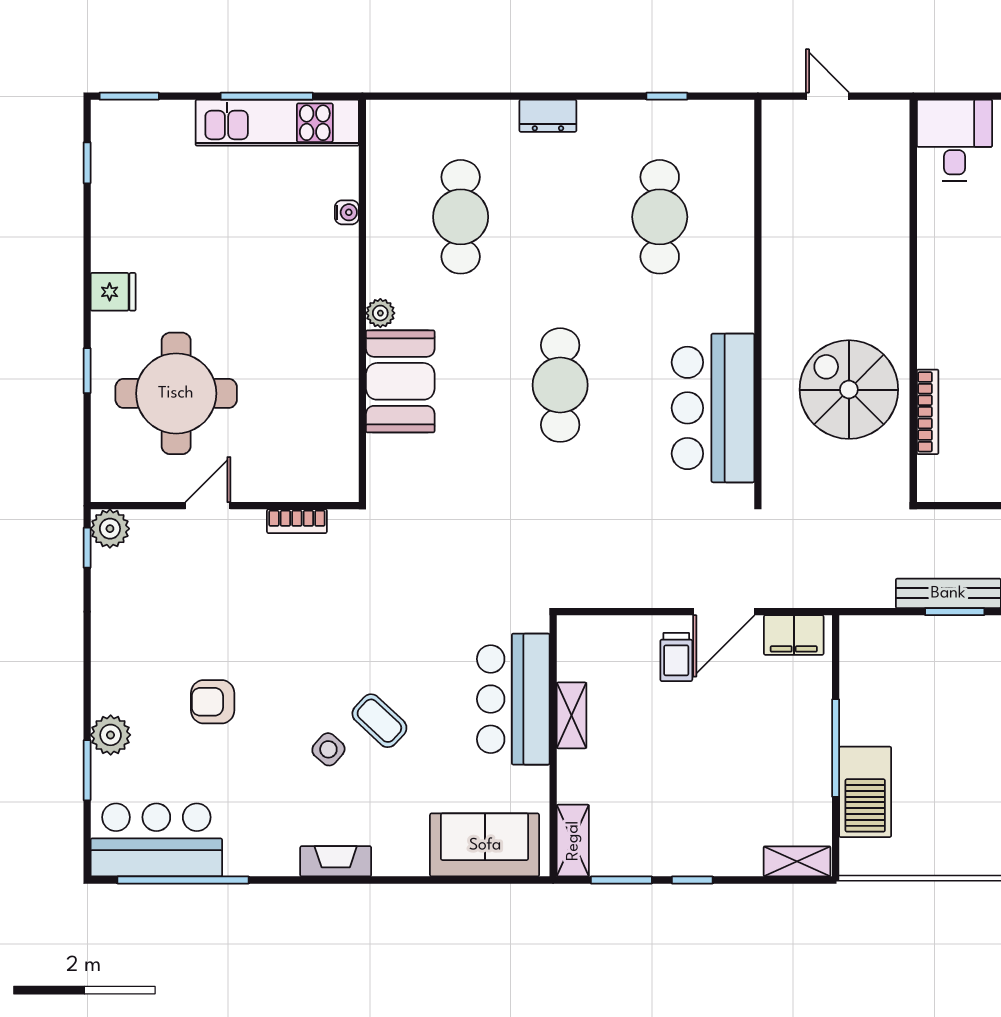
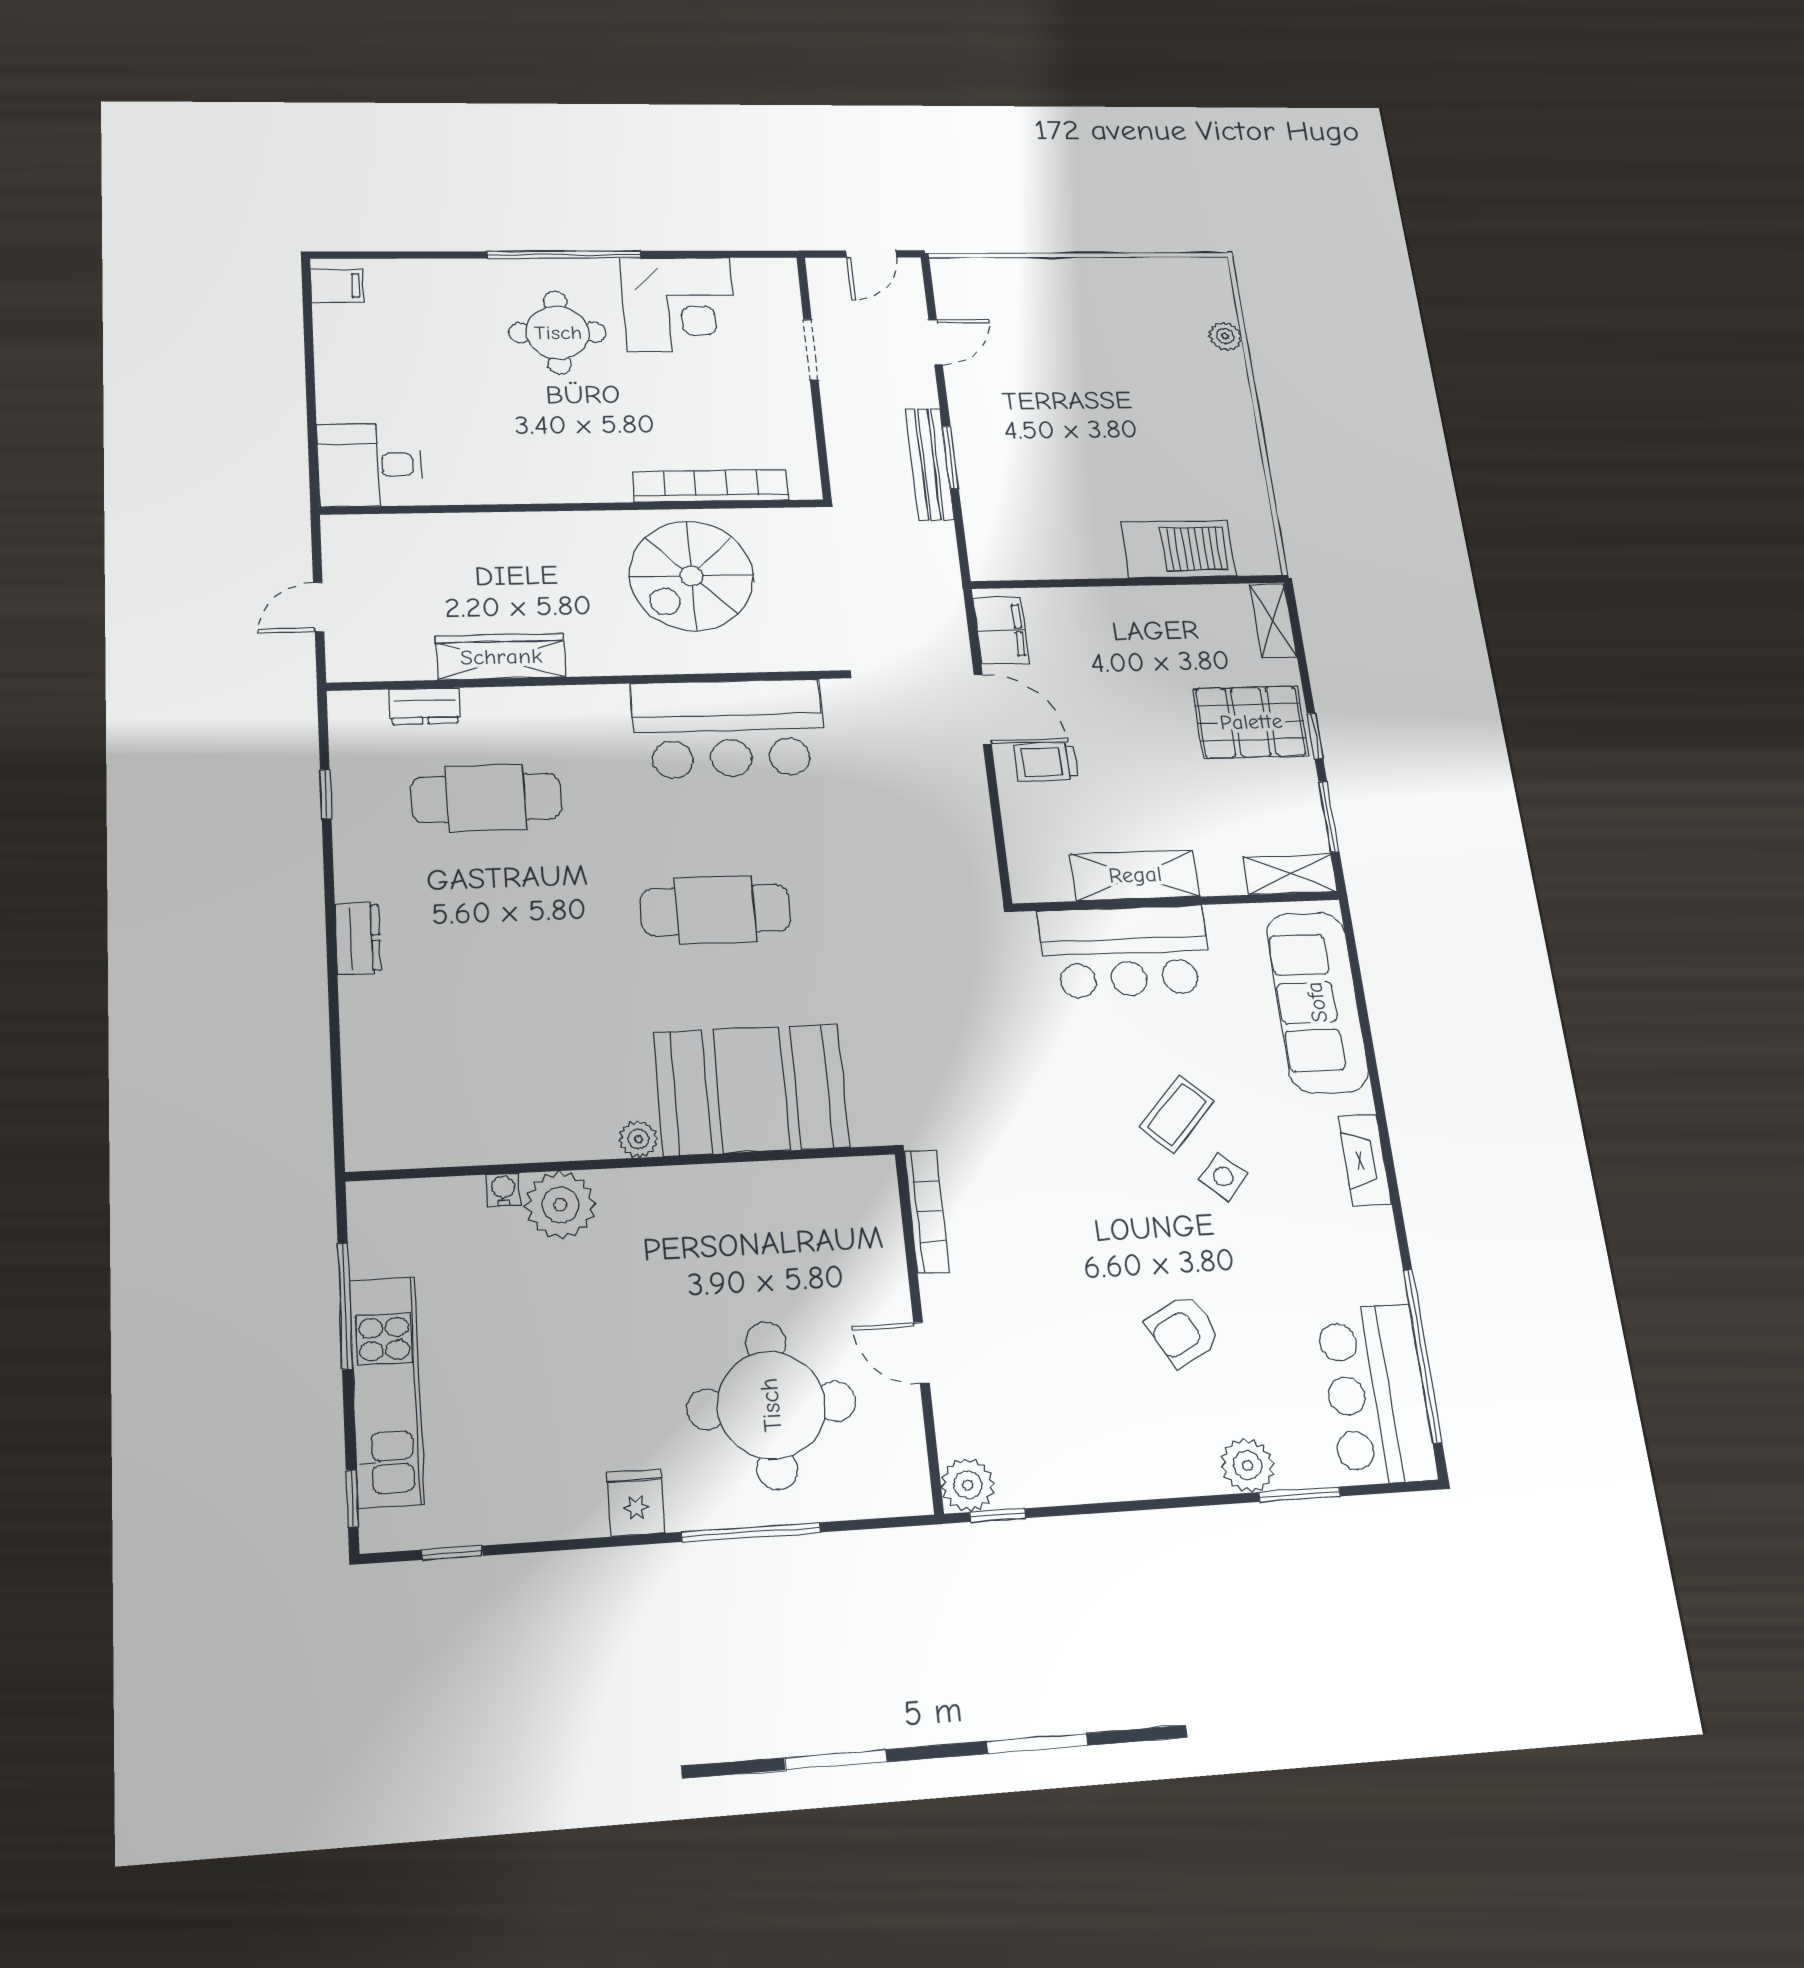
window: (129, 96) -> (352, 1498), width x0.67
kitchen unit: (277, 123) -> (386, 1391), moved
dresser: (739, 174) -> (424, 706), added
cafe table: (461, 217) -> (501, 1042), removed
wardrobe: (781, 235) -> (501, 657), added
plant: (333, 253) -> (560, 1205), added
window: (87, 371) -> (751, 1532), width x2.17
booth: (400, 381) -> (751, 1090), width x1.36, depth x1.42
bookcase: (928, 412) -> (711, 486), width x1.48, depth x1.31
bookcase: (297, 521) -> (927, 1211), width x1.56
trolley: (676, 657) -> (1046, 762), turned 180
armchair: (213, 702) -> (1183, 1331), turned 62
shelving: (571, 715) -> (1135, 875), width x1.50, depth x1.33
window: (836, 748) -> (1131, 582), removed
pallet: (706, 829) -> (1251, 722), added
sofa: (485, 845) -> (1317, 1002), width x1.36

